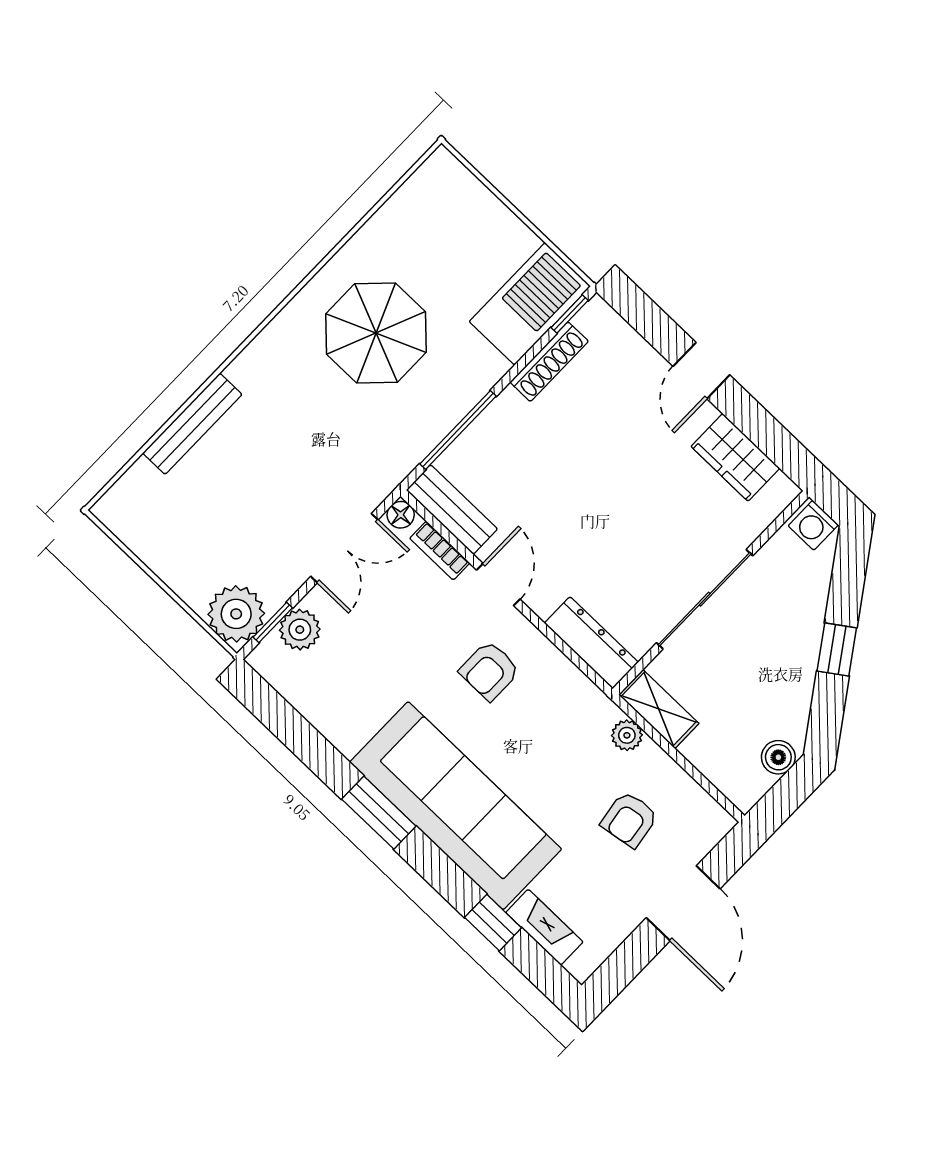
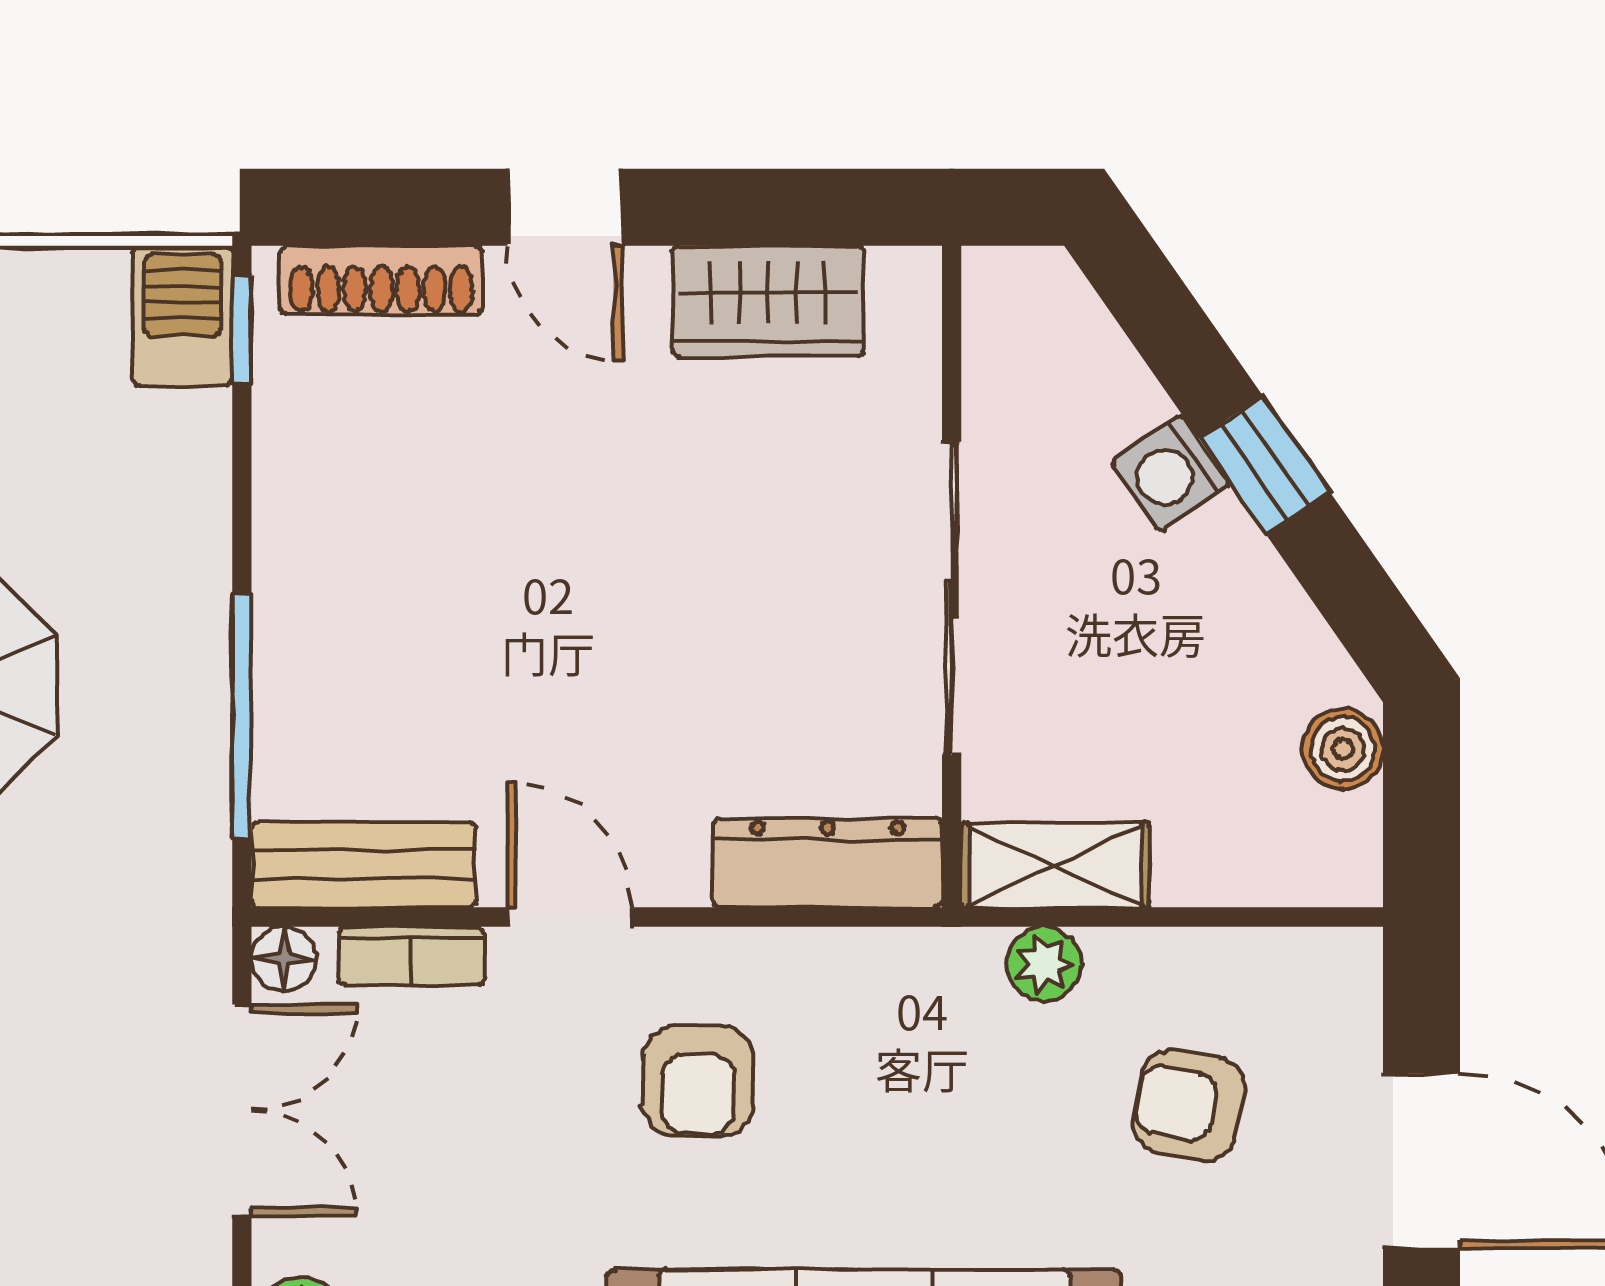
barbecue: (530, 304) -> (182, 316), width x0.53, depth x0.65
shoe rack: (549, 362) -> (381, 280), moved, turned 90
washing machine: (813, 525) -> (1171, 473), moved, turned 55
armchair: (629, 819) -> (1189, 1105), turned 110

